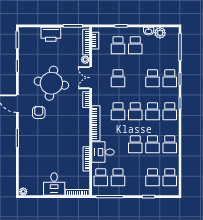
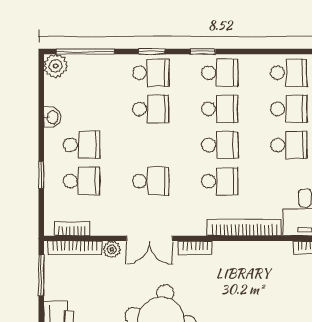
plant: (160, 33) -> (56, 66), moved

